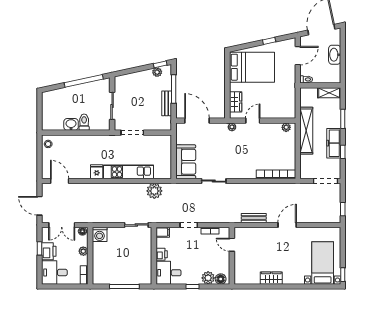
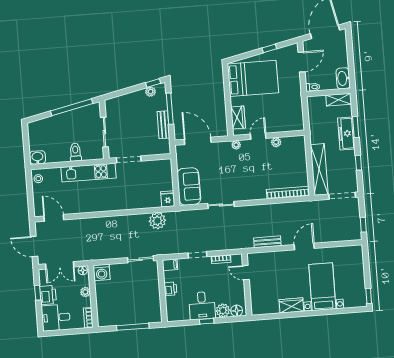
washbasin: (335, 55) -> (343, 78), moved
washbasin: (71, 124) -> (37, 157), moved
plant: (286, 127) -> (276, 142), moved
shelving: (306, 131) -> (319, 169), moved
freezer: (334, 143) -> (346, 133), moved
fridge: (97, 172) -> (168, 199), moved
kitchen unit: (128, 172) -> (88, 173), moved, turned 180
bed with nightstands: (323, 263) -> (322, 287), moved
desk: (168, 273) -> (202, 306), moved, turned -90

